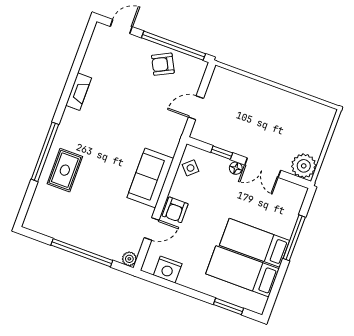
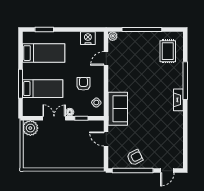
fireplace: (79, 92) -> (178, 100), moved
door: (196, 108) -> (106, 139), swing flipped
rug: (65, 170) -> (168, 51), moved
sofa: (150, 178) -> (118, 109), moved
armchair: (175, 210) -> (83, 84), moved
bed: (255, 243) -> (43, 89), moved

